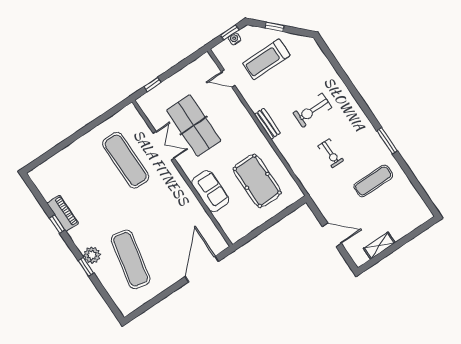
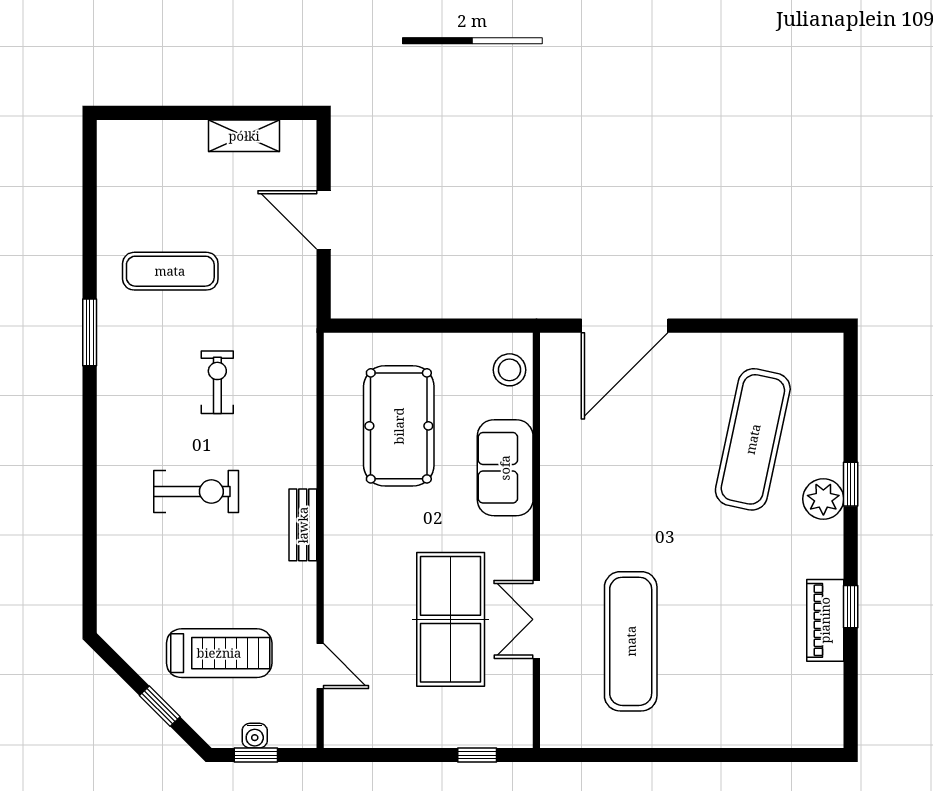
stool: (232, 226) -> (510, 370), added

